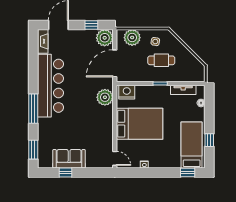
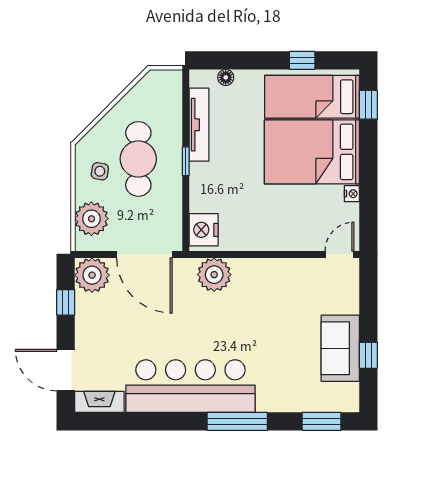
cafe table: (161, 60) -> (138, 159), width x1.37, depth x1.35
tv unit: (183, 90) -> (199, 125), width x1.41
bed: (140, 124) -> (312, 152), moved, turned -90

